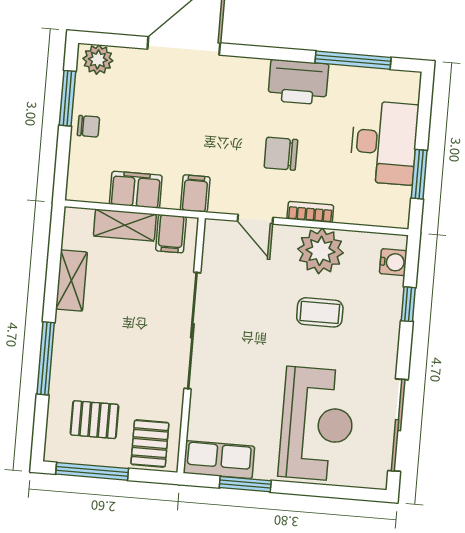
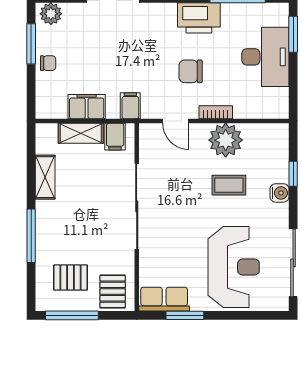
window: (419, 174) -> (293, 34), moved
water cooler: (393, 262) -> (280, 193), moved

